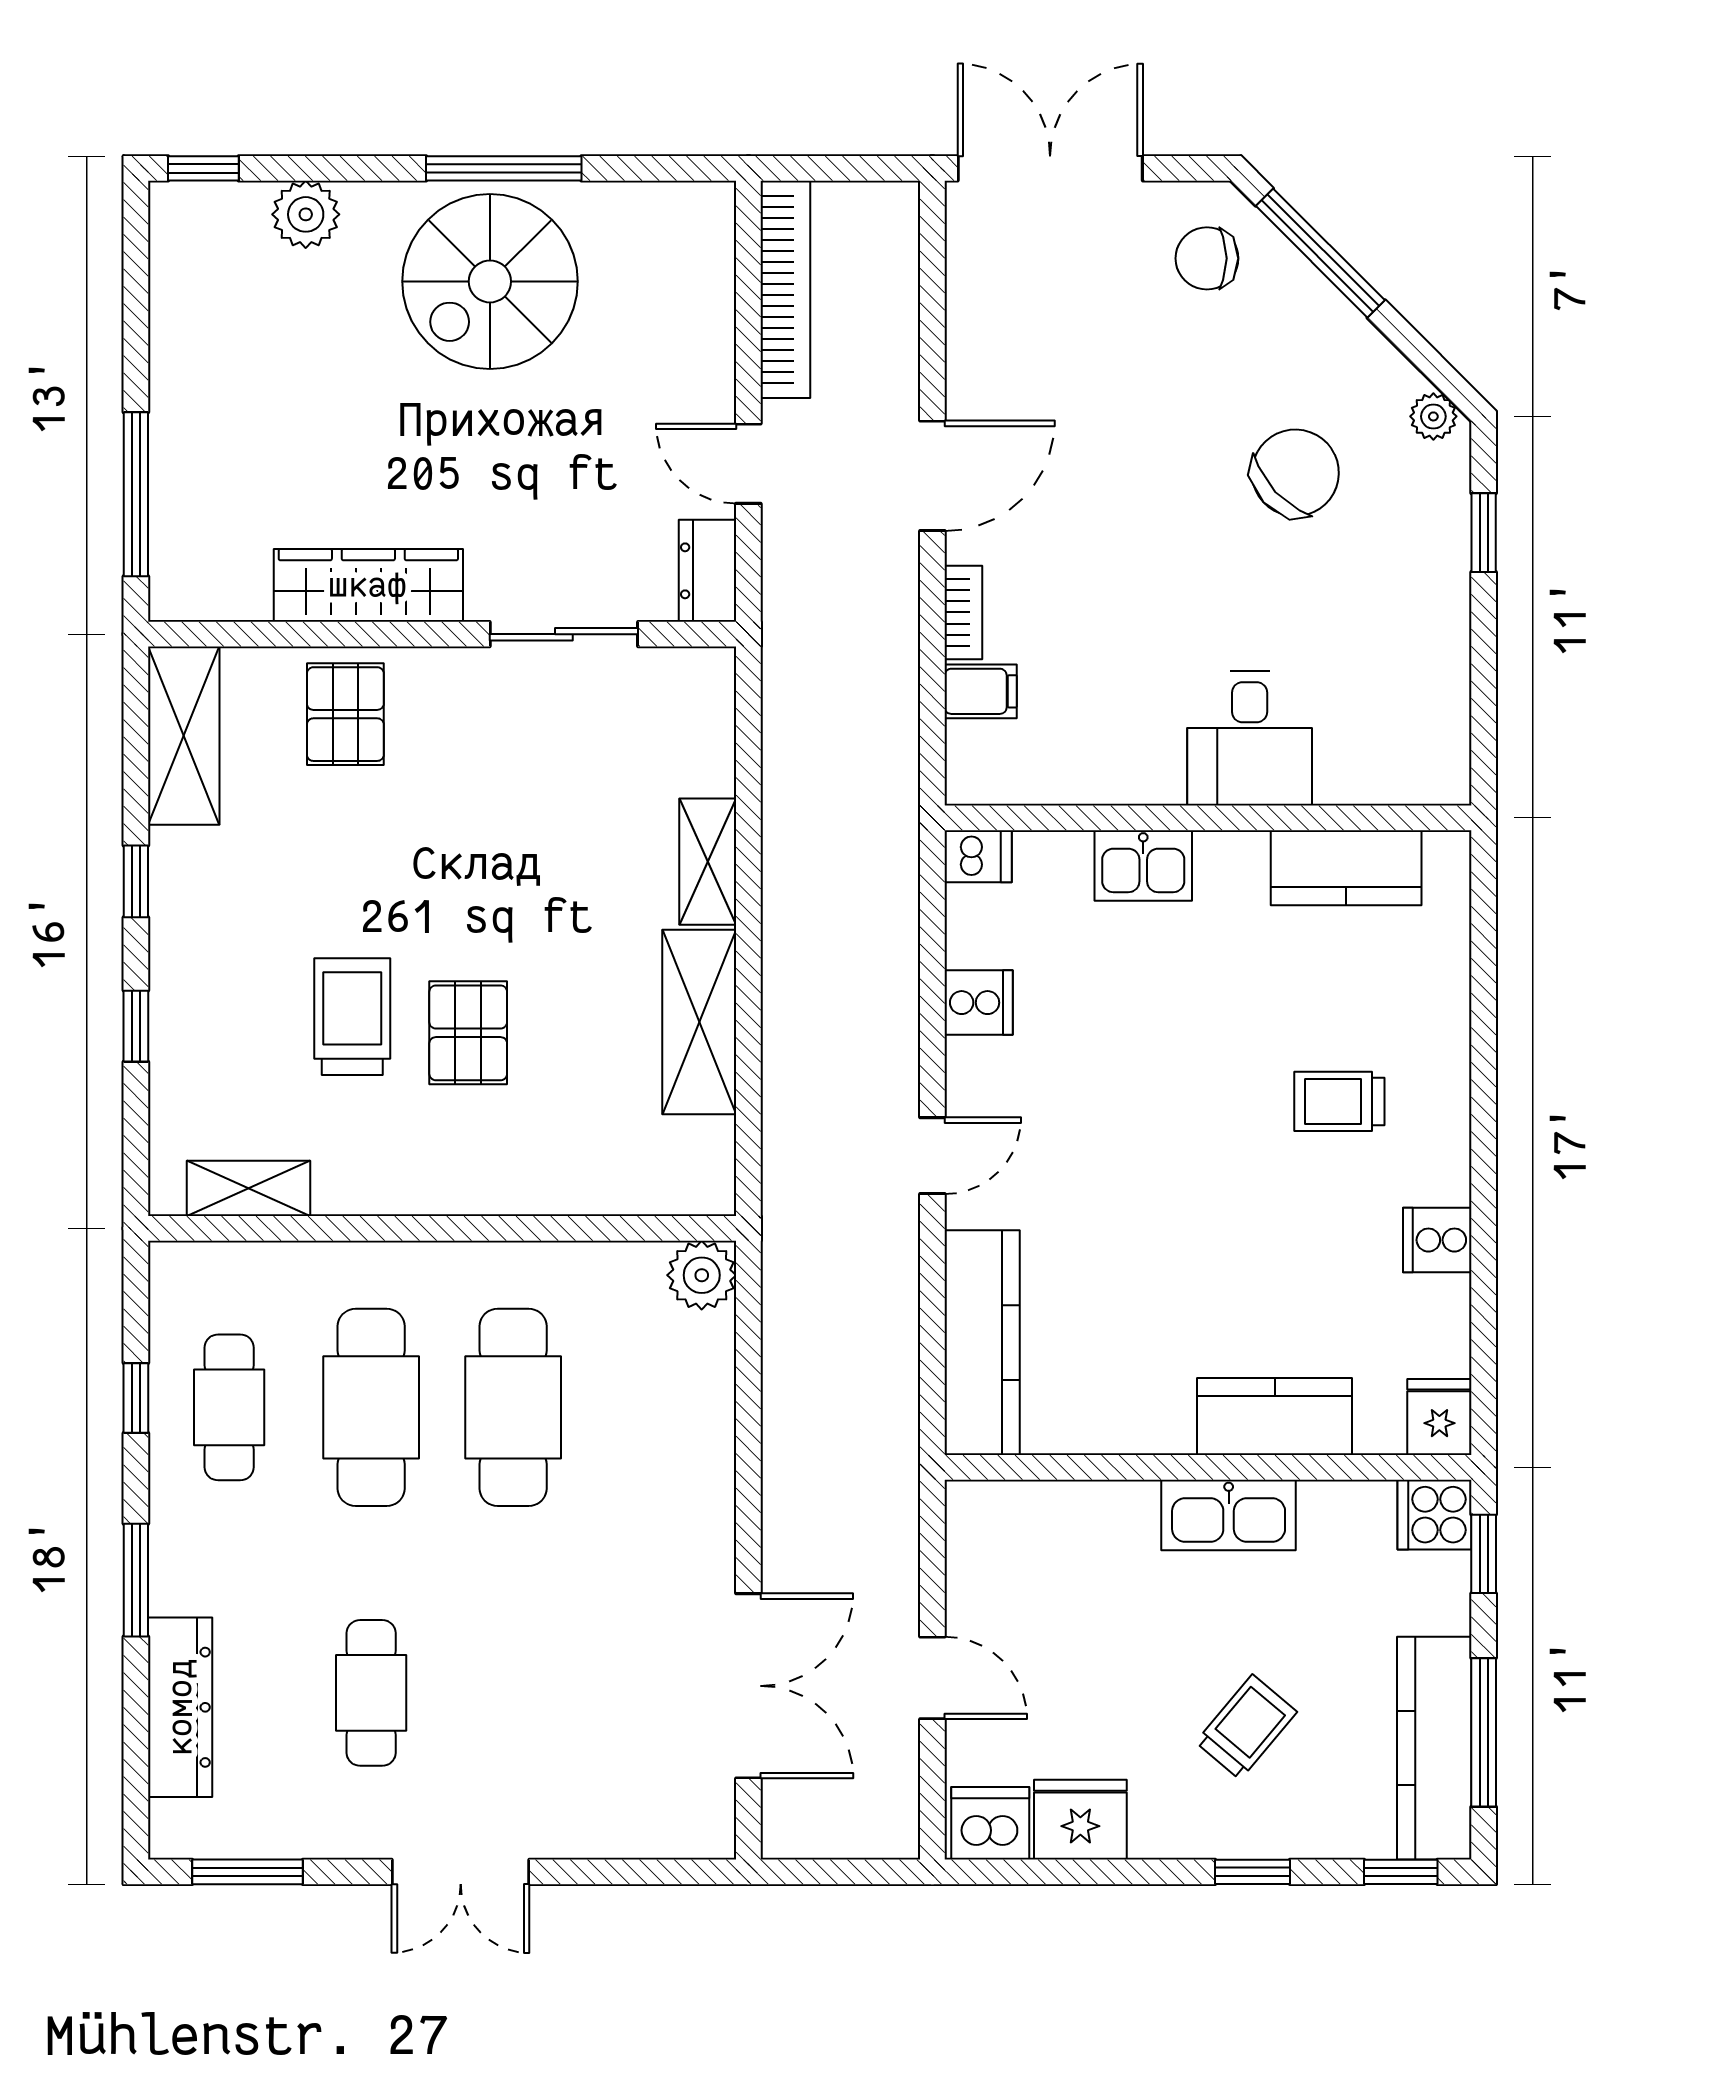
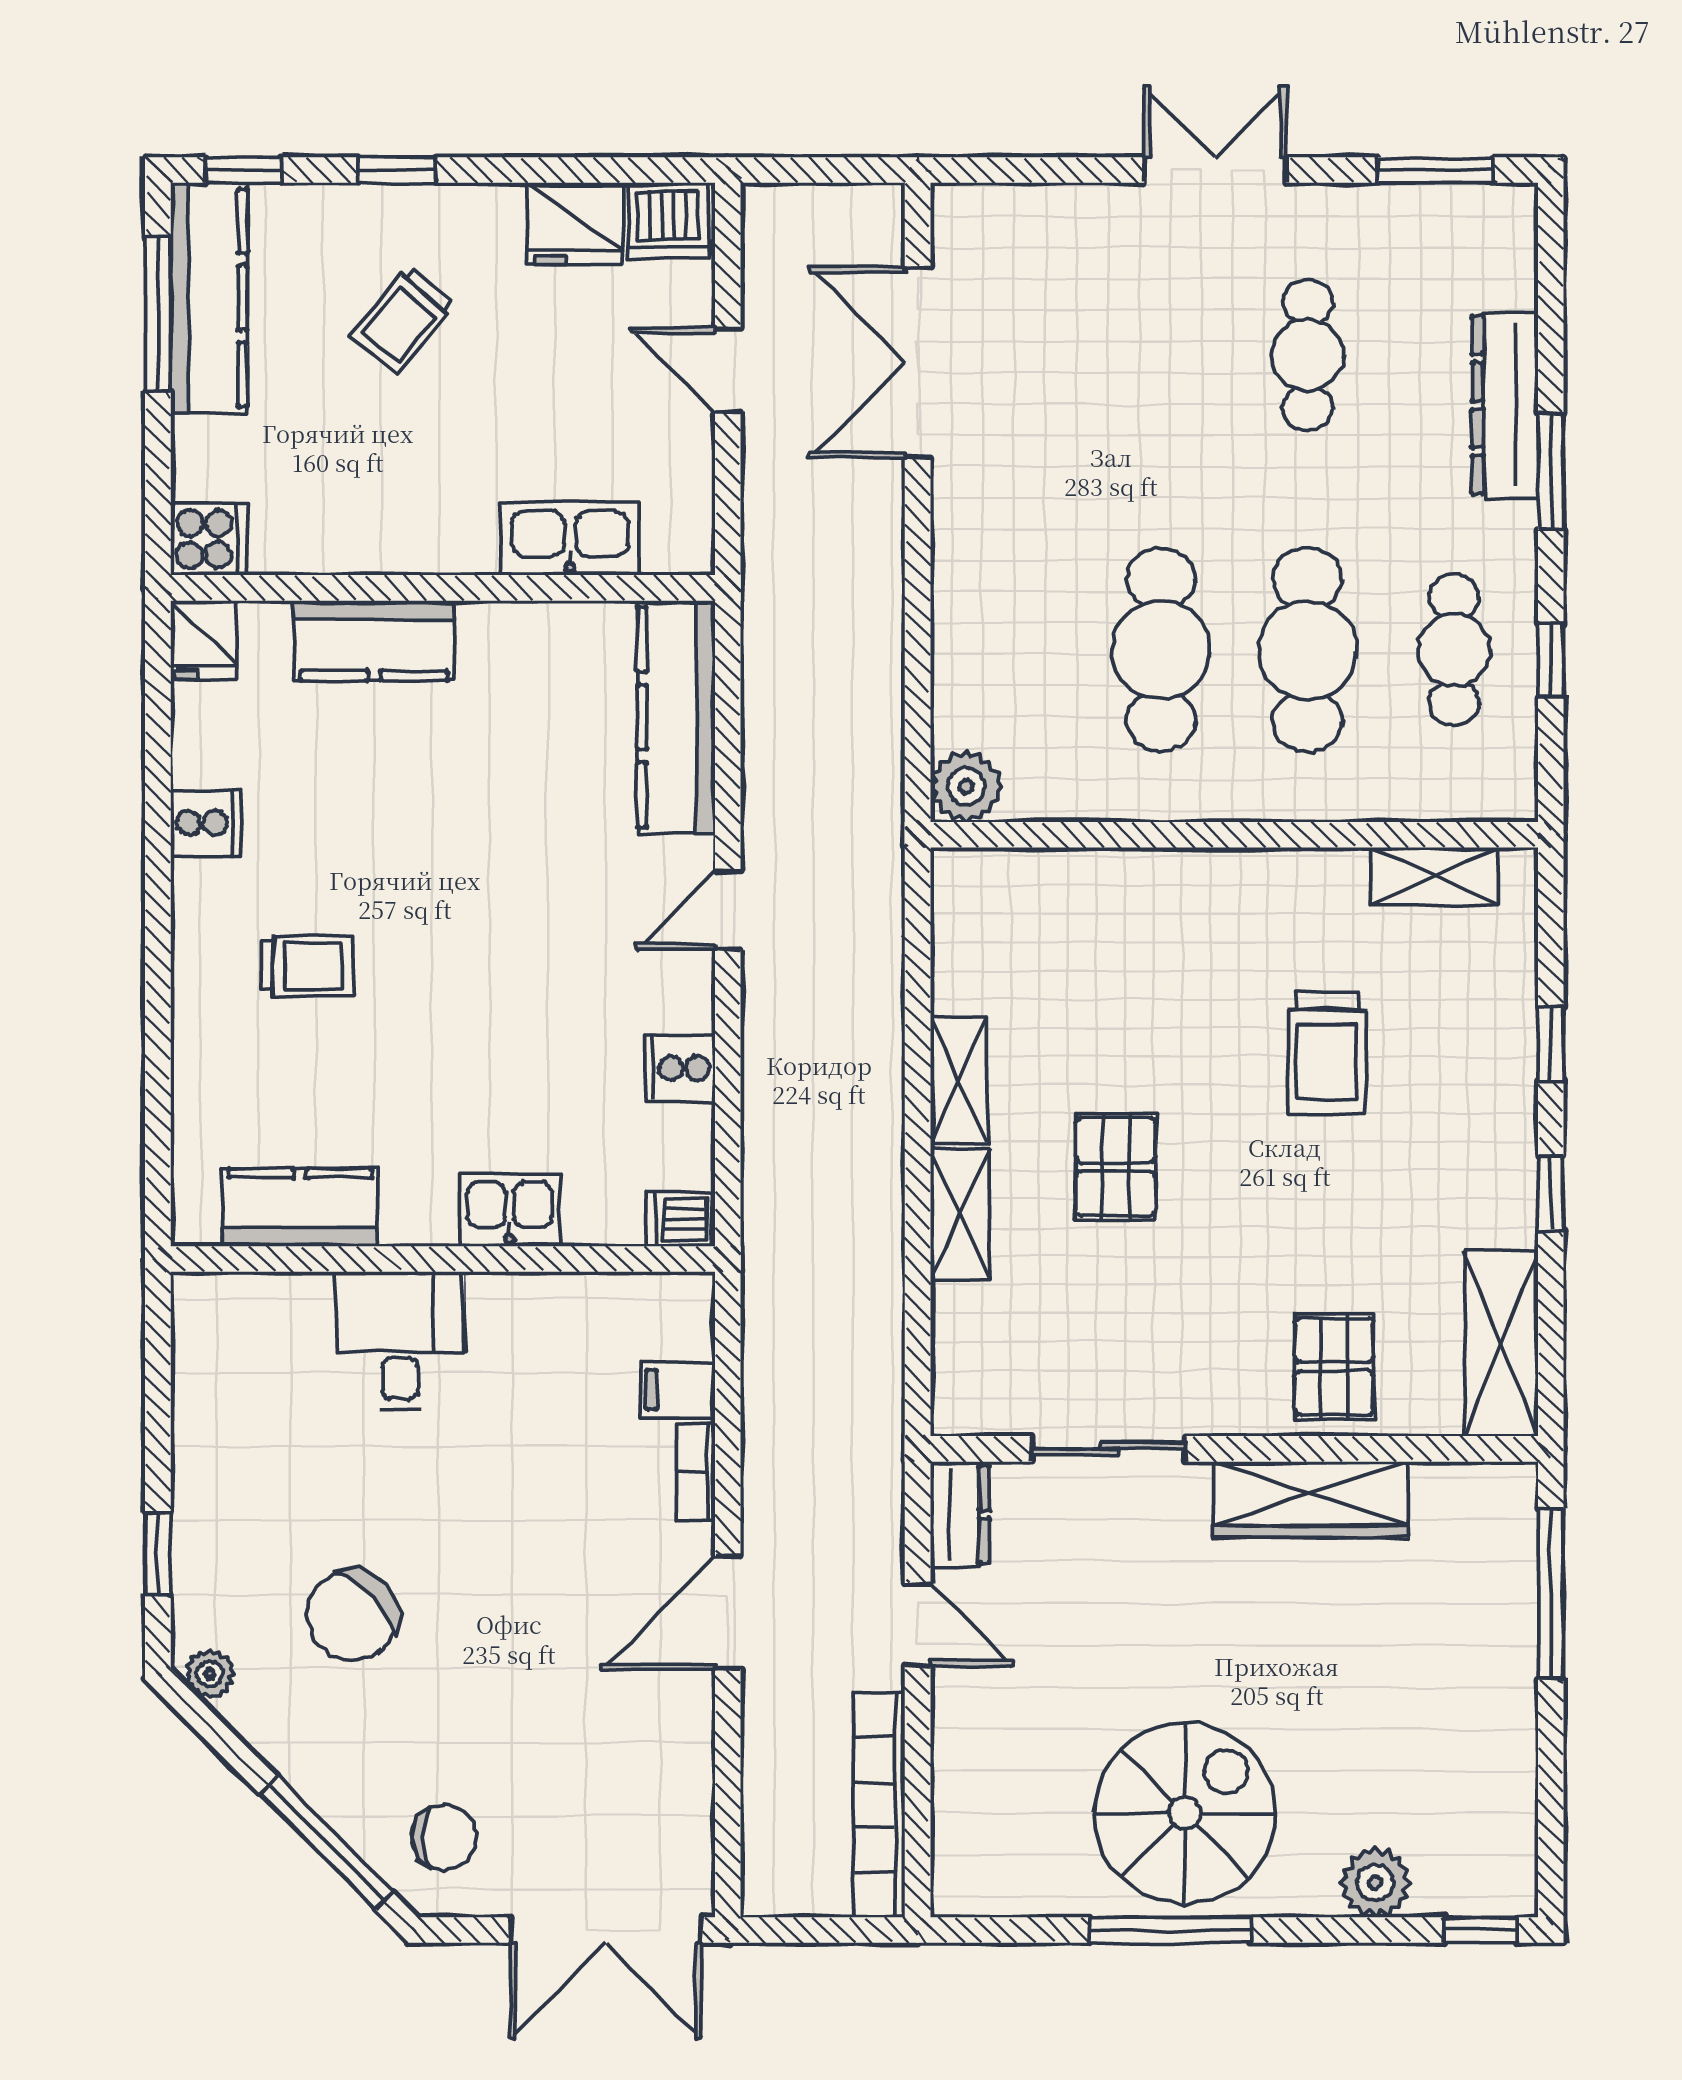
shelving: (699, 1022) -> (959, 1080), width x0.67, depth x0.75
pallet: (468, 1033) -> (1116, 1167), moved
kitchen sink: (1229, 1515) -> (570, 539), moved
window: (1484, 1554) -> (158, 499), removed
dresser: (180, 1707) -> (1505, 405), moved

